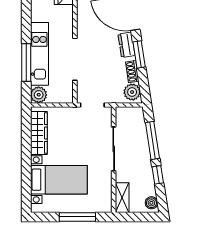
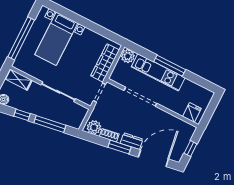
window: (26, 63) -> (170, 66), moved
wardrobe: (39, 133) -> (105, 63), moved, turned 90
window: (77, 217) -> (21, 38), width x1.46

